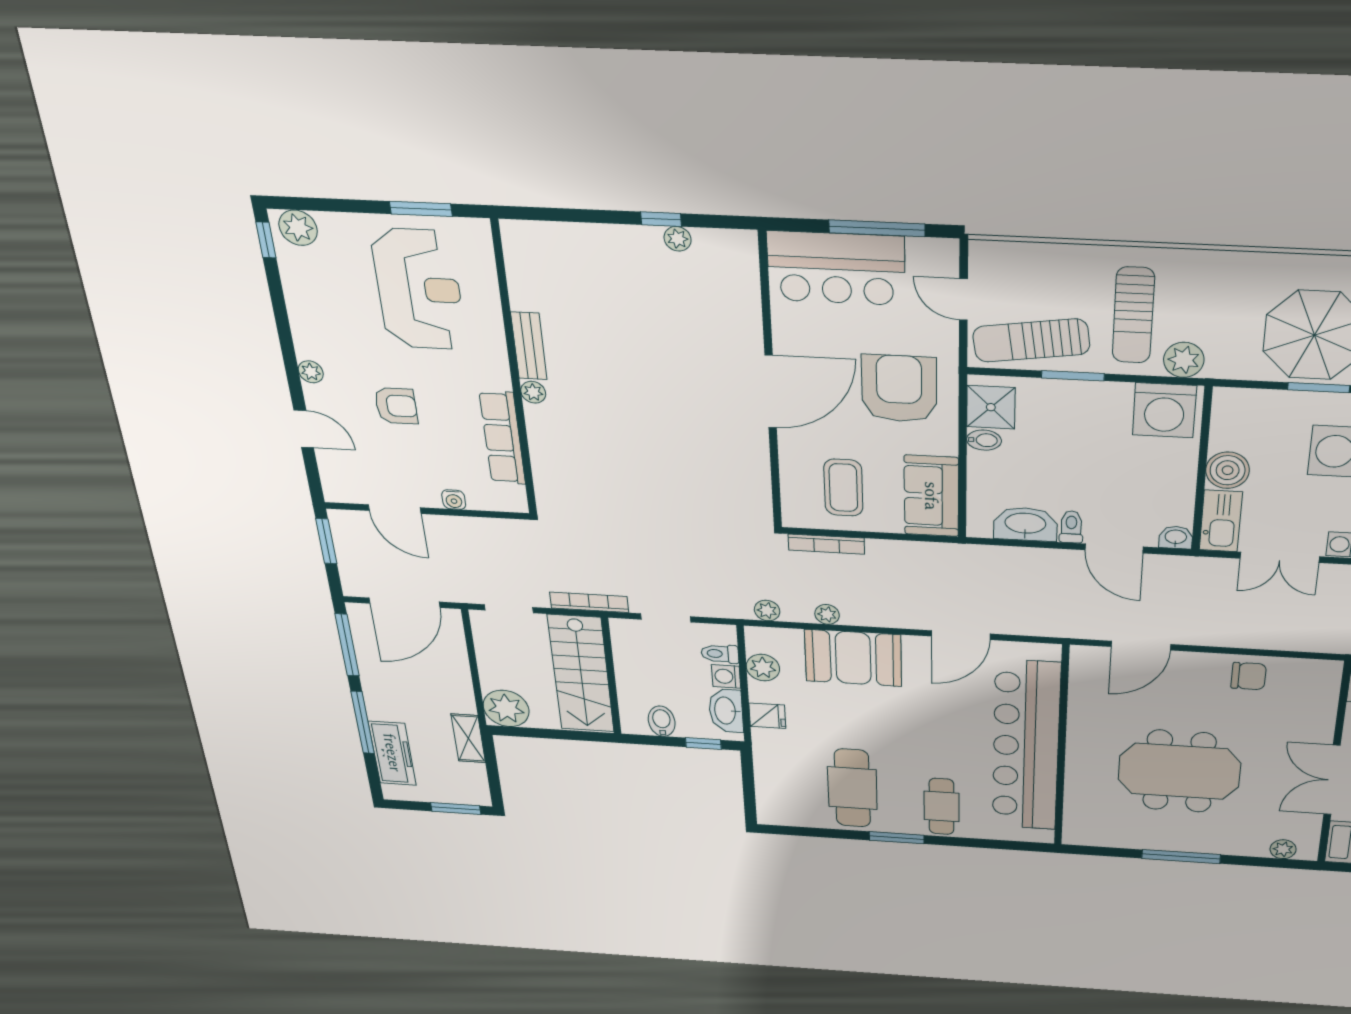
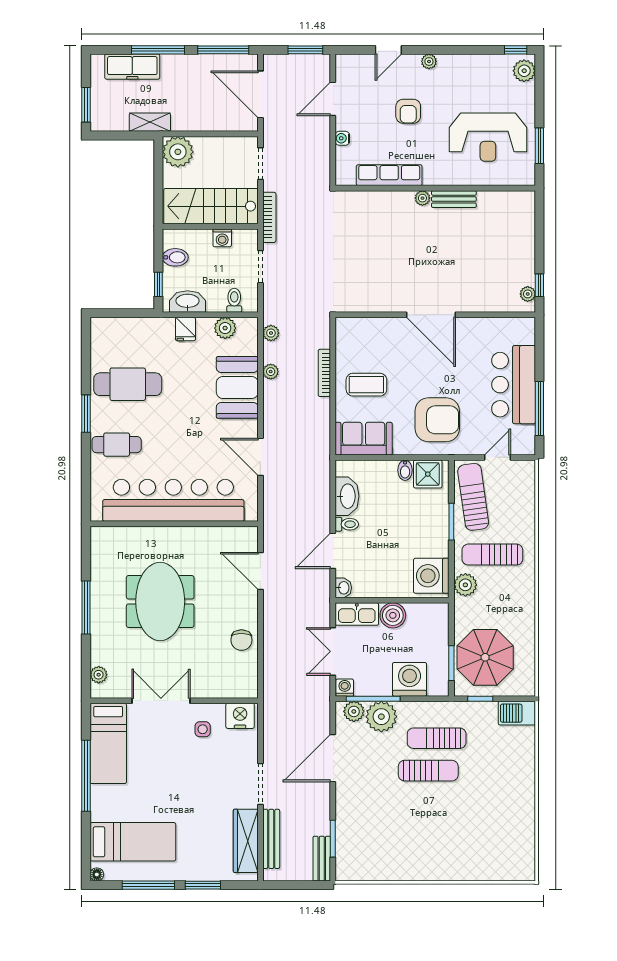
wall: (770, 385) -> (435, 315), moved
door: (771, 392) -> (431, 315), moved
washing machine: (726, 676) -> (222, 238), moved, turned 180

